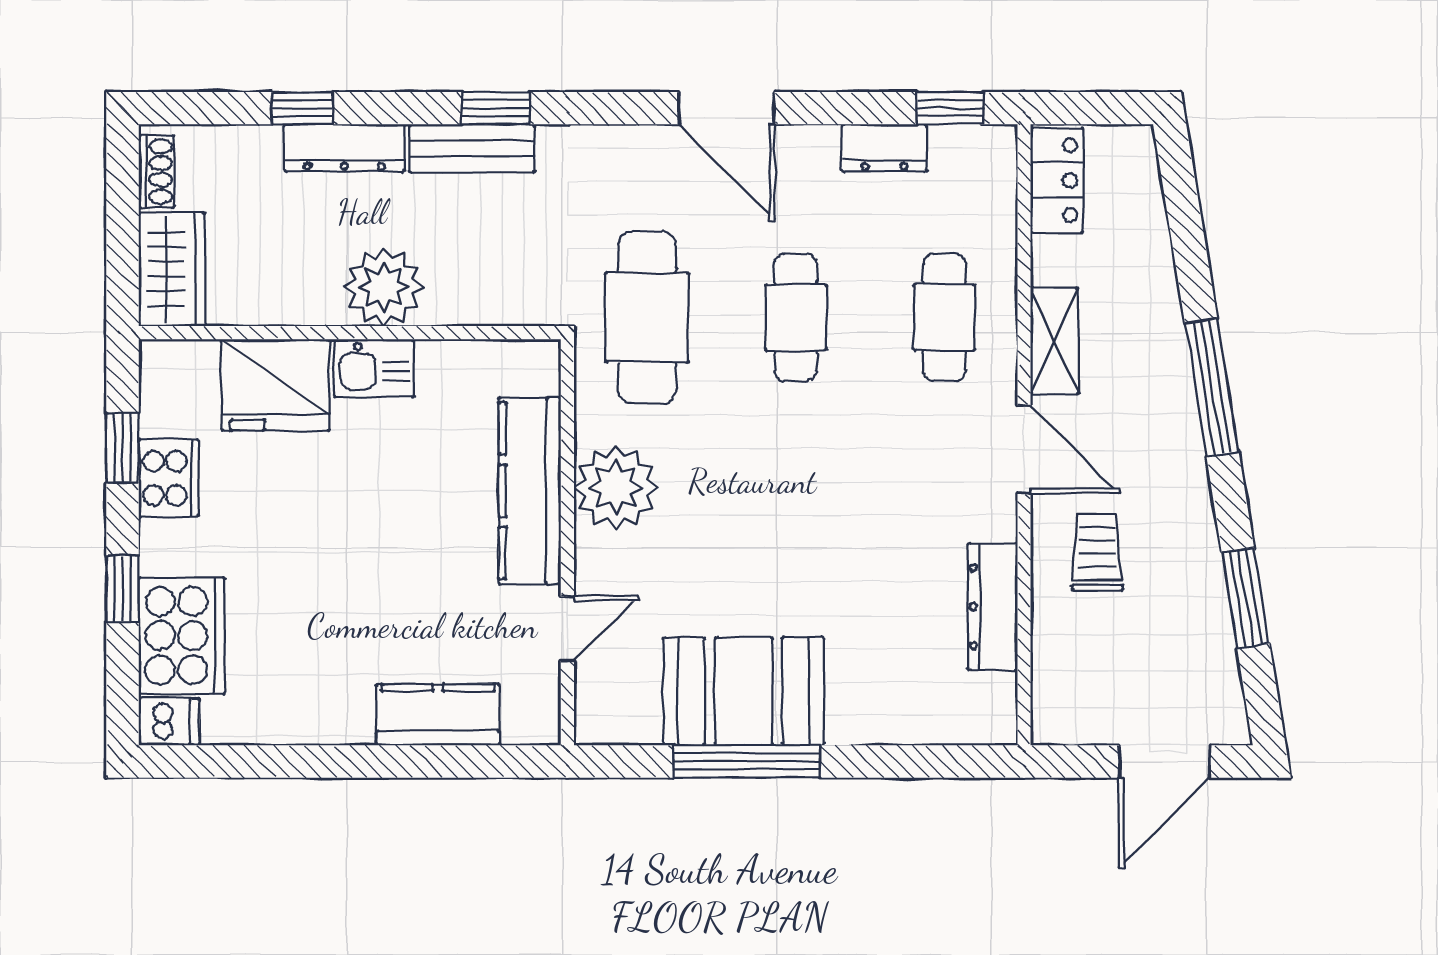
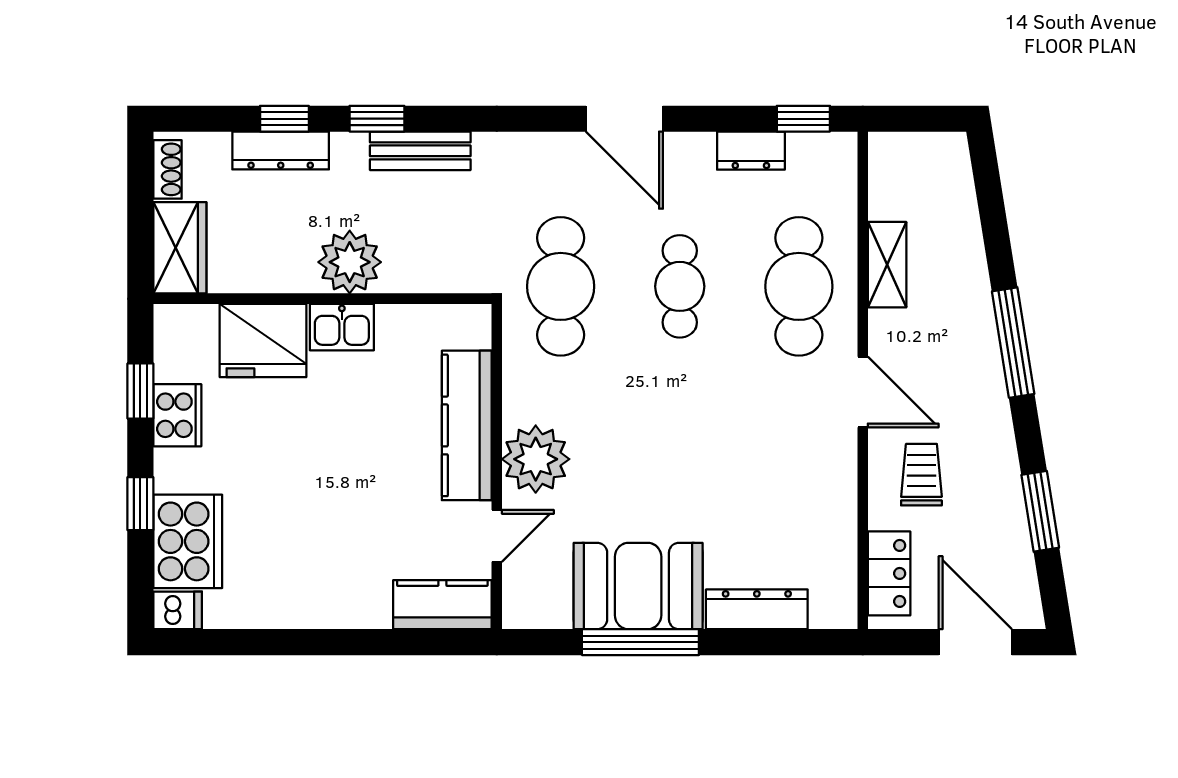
window: (496, 108) -> (377, 119), moved
dresser: (344, 148) -> (281, 151), moved
locker: (1057, 180) -> (889, 573), moved
cafe table: (944, 317) -> (799, 286), width x1.37, depth x1.35
shelving: (1054, 341) -> (887, 265), moved
plant: (616, 487) -> (536, 459), moved
dresser: (993, 607) -> (757, 609), moved, turned 90
kitchen counter: (438, 715) -> (442, 605), moved
door: (1164, 761) -> (975, 642), swing flipped

